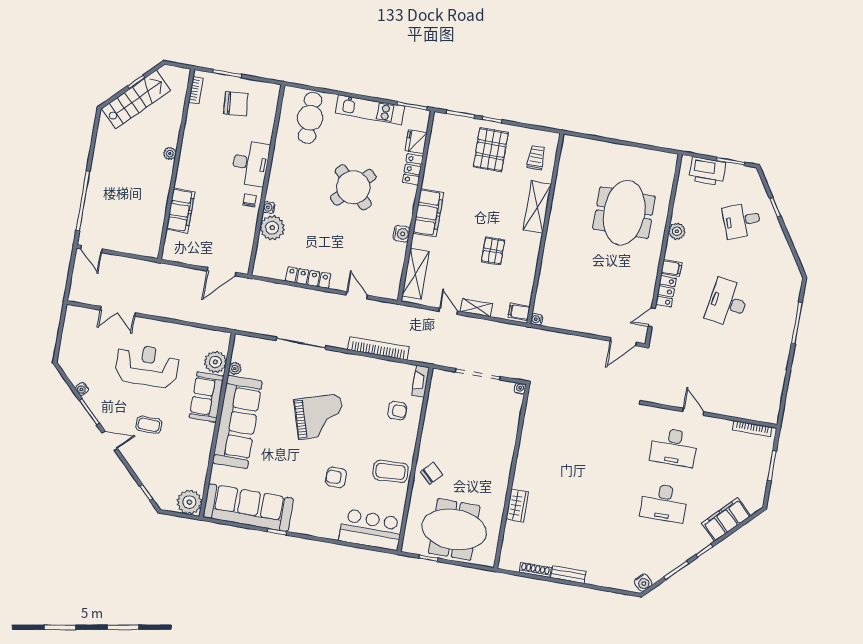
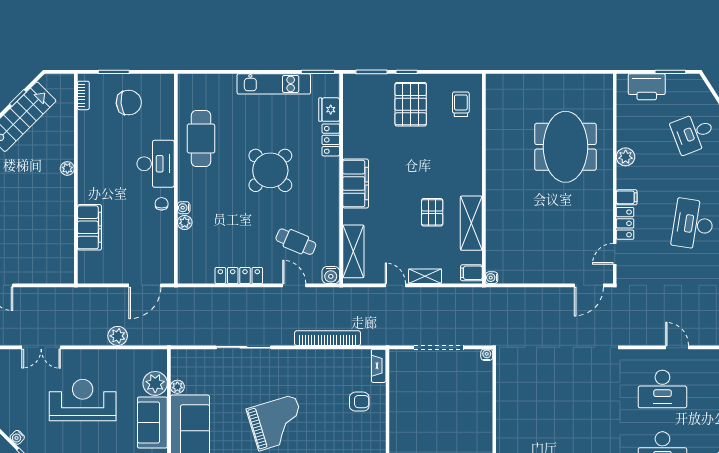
cafe table: (310, 118) -> (201, 138), moved
shelving: (537, 207) -> (471, 223), moved
plant: (272, 228) -> (185, 222), width x0.53, depth x0.53
water cooler: (401, 234) -> (331, 275), moved, turned 90
cafe table: (365, 256) -> (296, 242), added
plant: (189, 313) -> (118, 336), added

